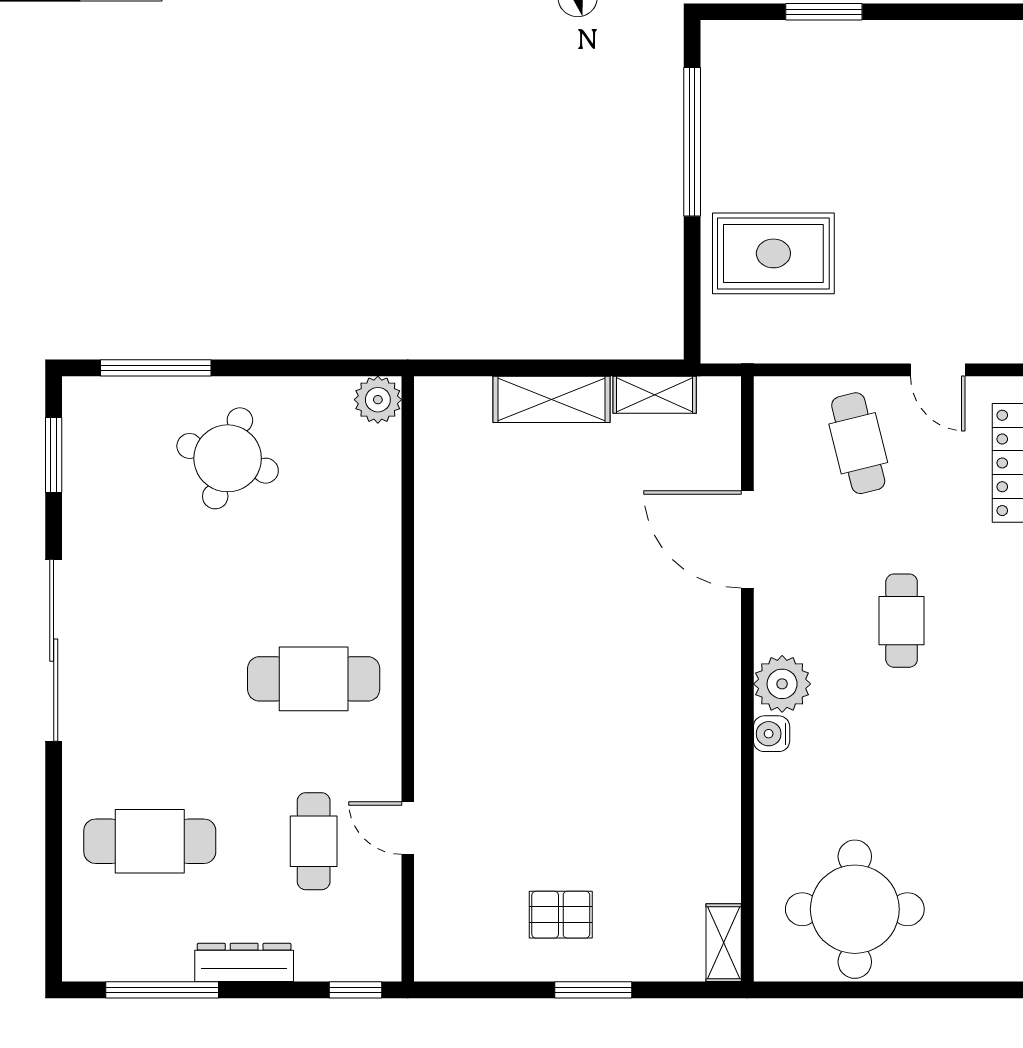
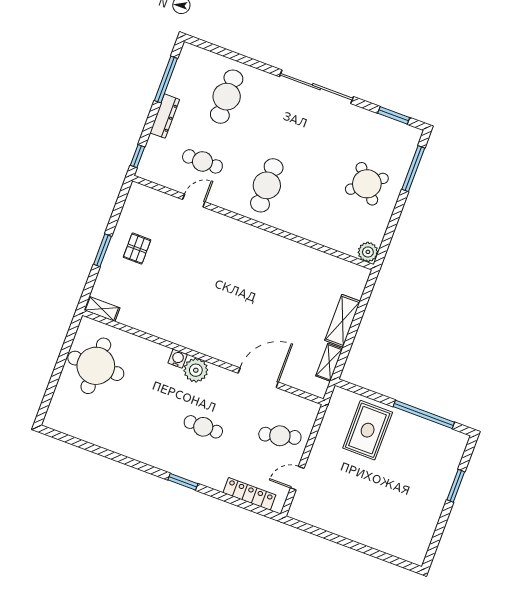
round table: (228, 458) -> (367, 184), turned 33

